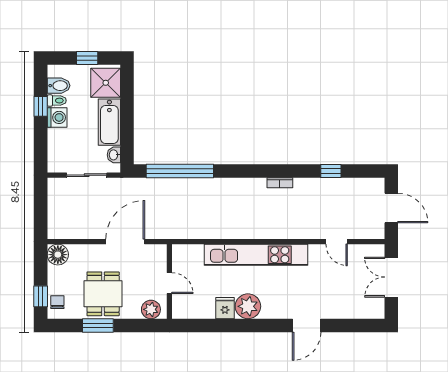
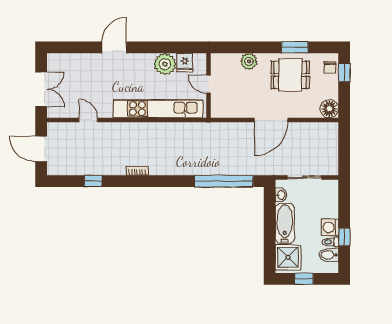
wall: (169, 281) -> (208, 86), moved
door: (169, 283) -> (208, 84), moved
dining table: (103, 294) -> (290, 75), turned 90

